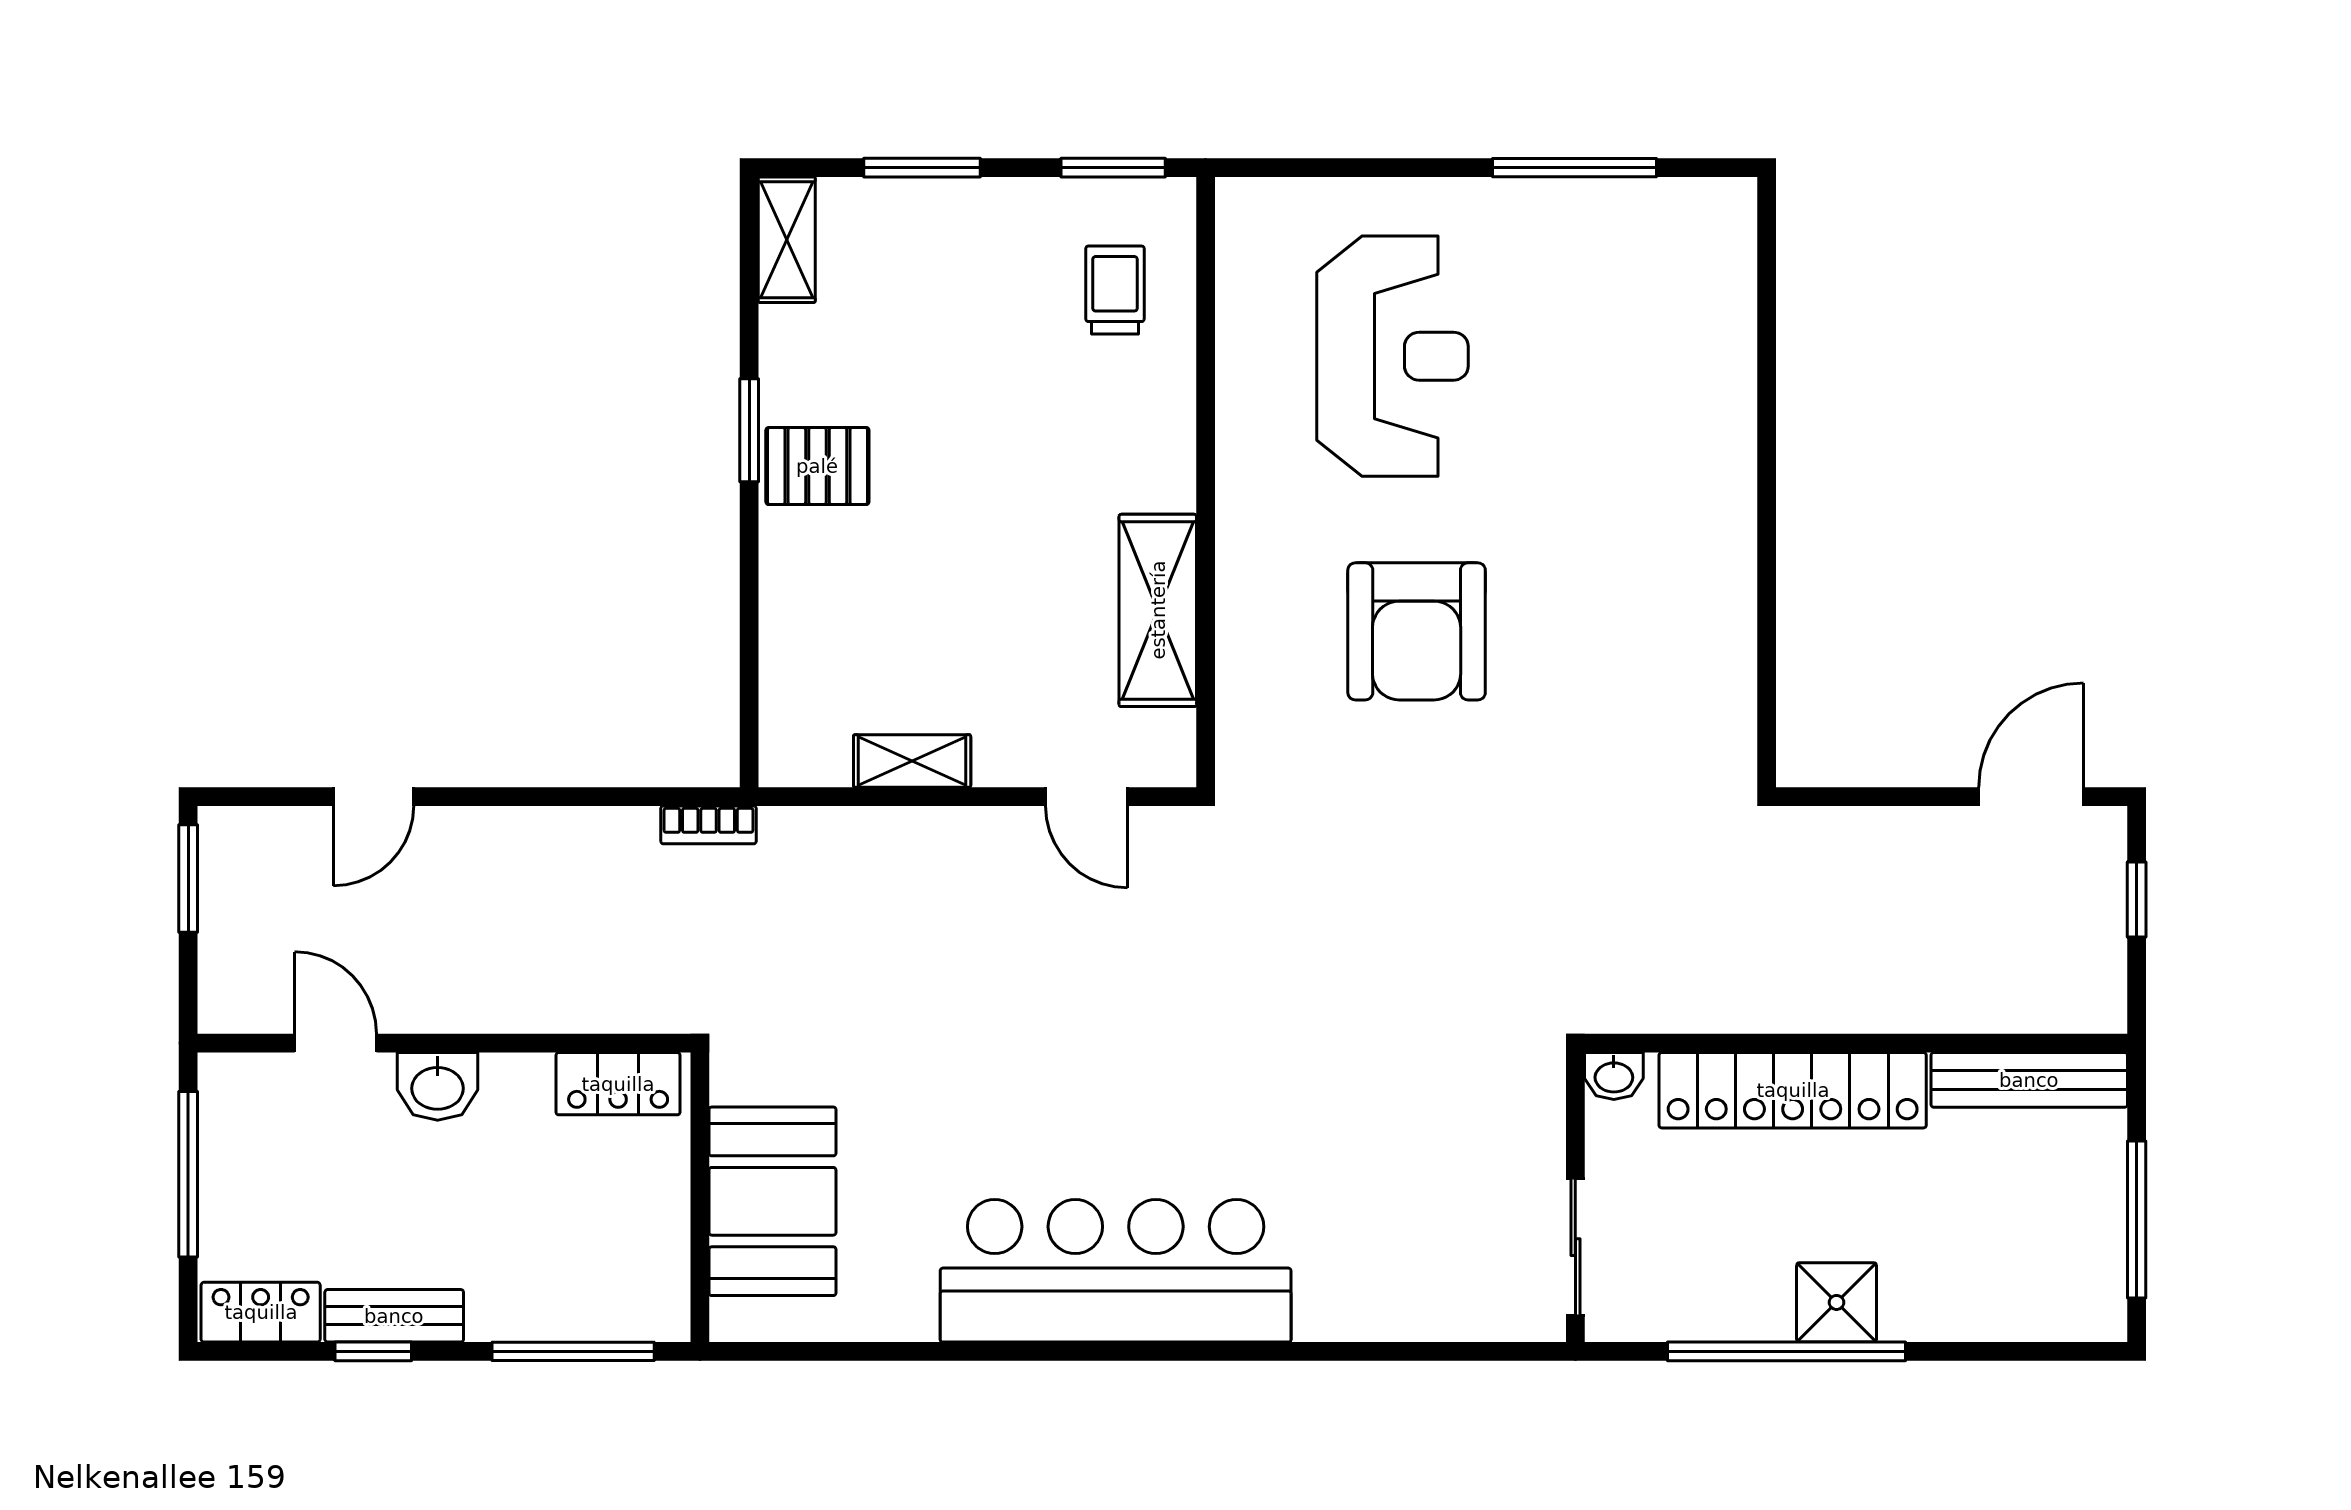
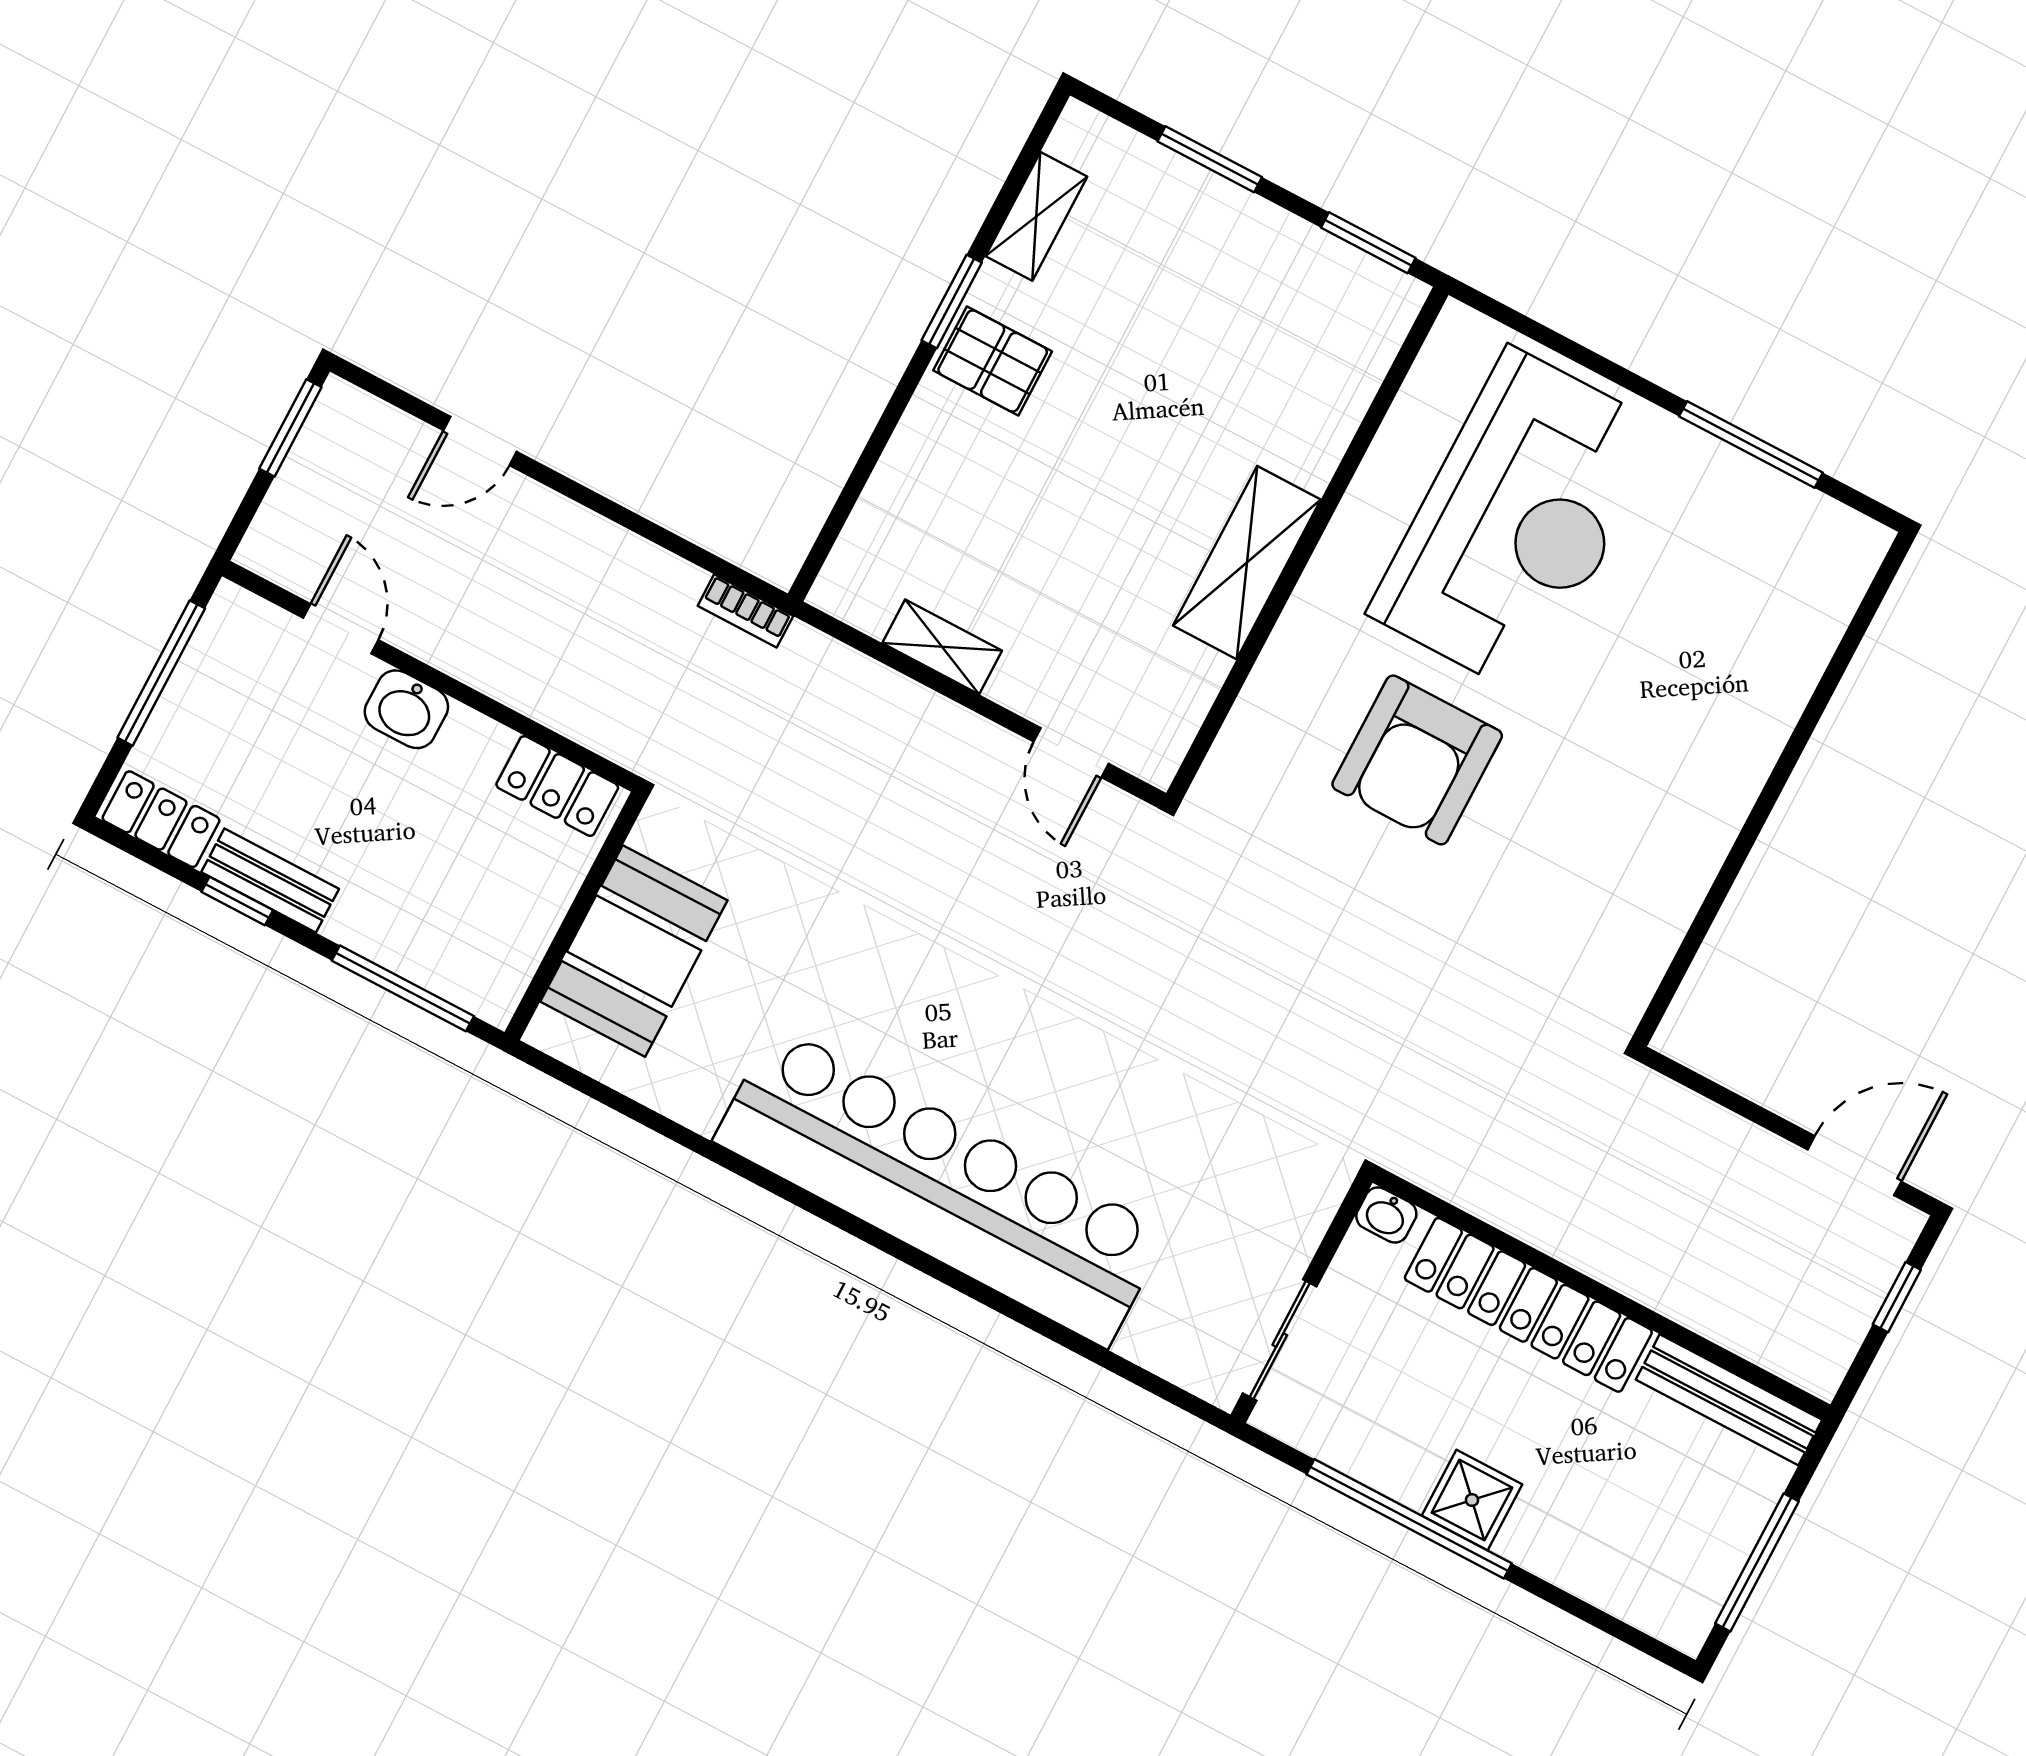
shelving: (787, 240) -> (1036, 216), moved
trolley: (1115, 290) -> (1316, 345), removed
reception desk: (1392, 356) -> (1517, 521), width x1.36, depth x1.30
shelving: (1158, 610) -> (1247, 563), moved
bar counter: (1116, 1271) -> (941, 1186), width x1.36

